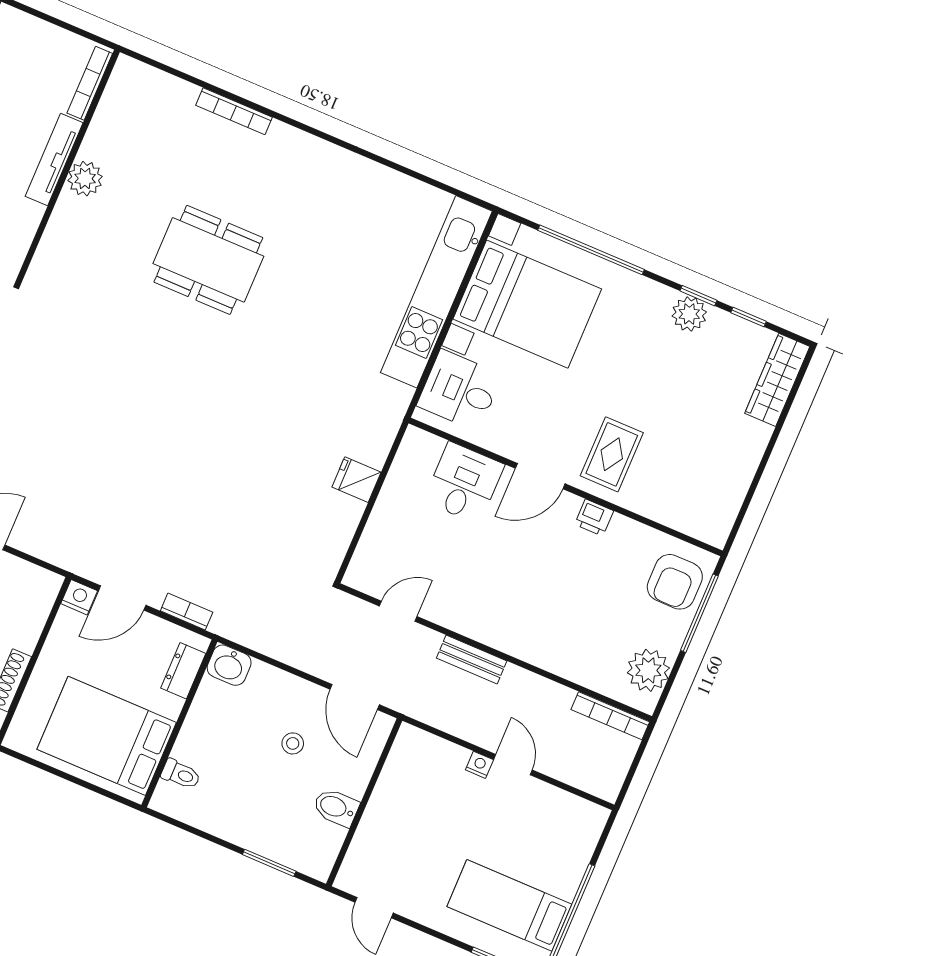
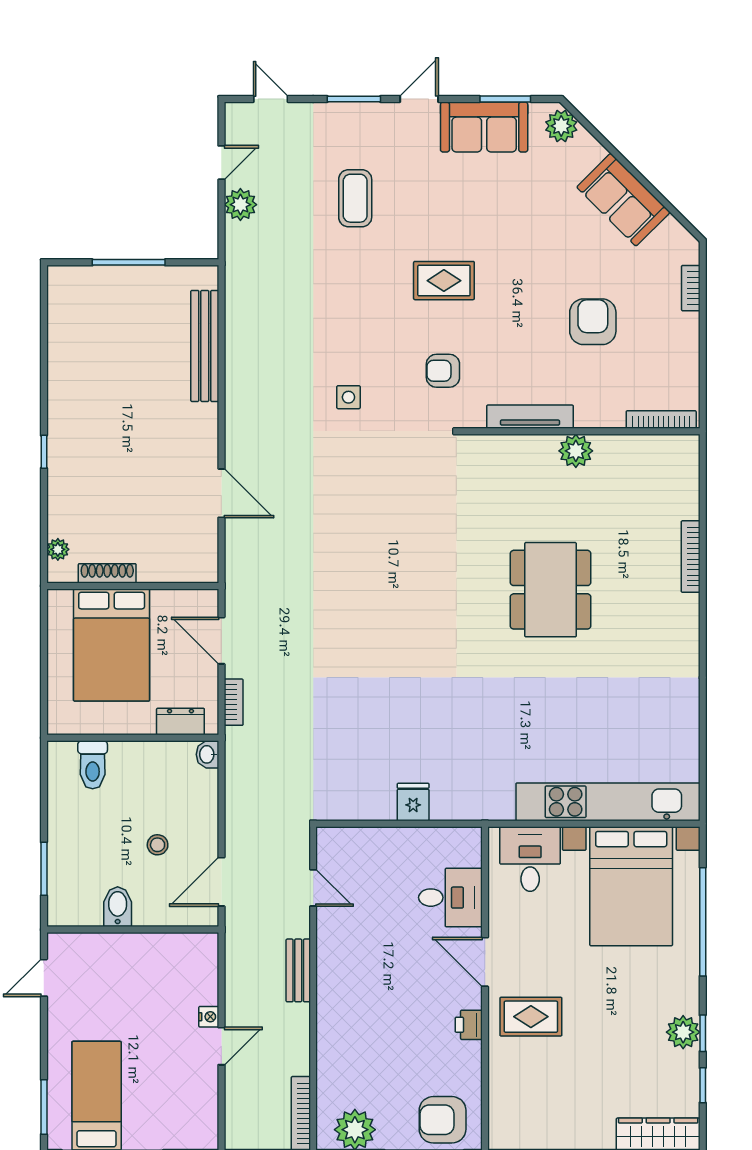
tv unit: (54, 160) -> (530, 417), moved
nightstand: (79, 597) -> (206, 603), removed
washbasin: (229, 665) -> (207, 754), width x0.72, depth x0.69
bed: (107, 736) -> (112, 645), moved, turned 180
toilet: (181, 774) -> (93, 765), width x1.37, depth x1.39

